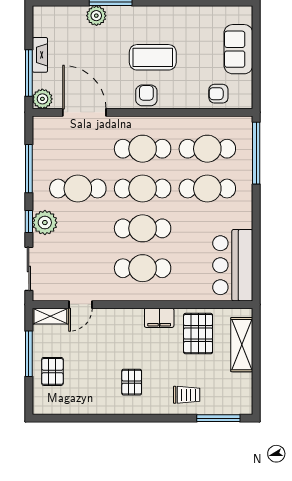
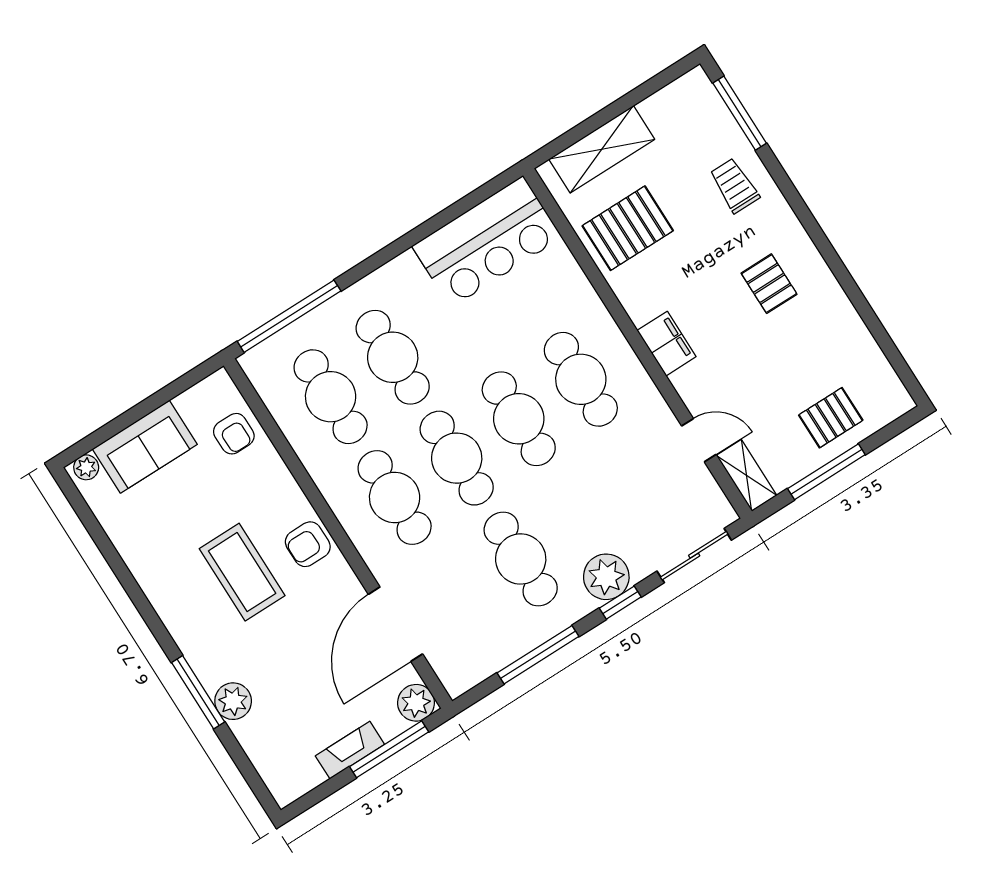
plant: (246, 16) -> (86, 467), added
filing cabinet: (159, 318) -> (667, 344), moved
pallet: (132, 382) -> (769, 284), turned 90

